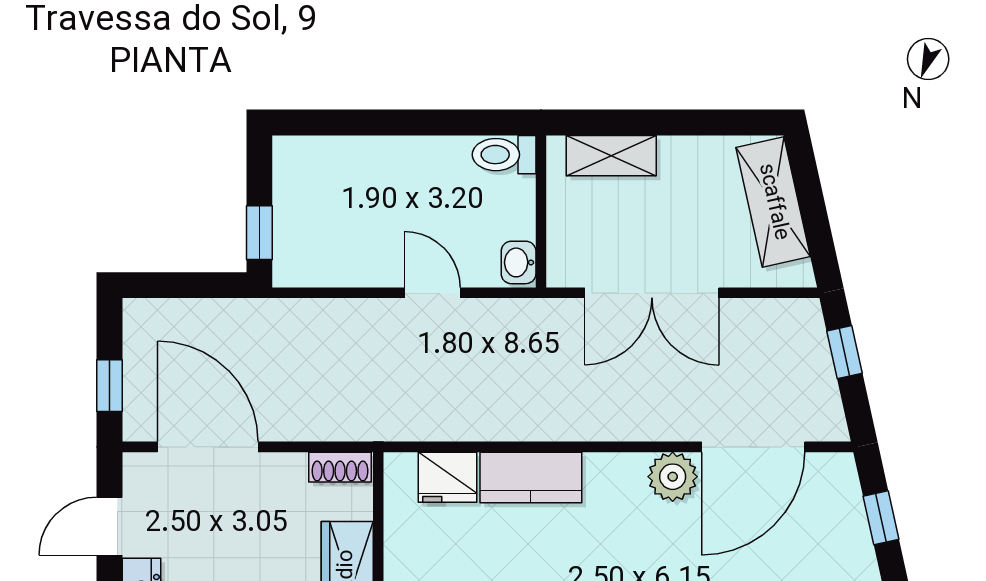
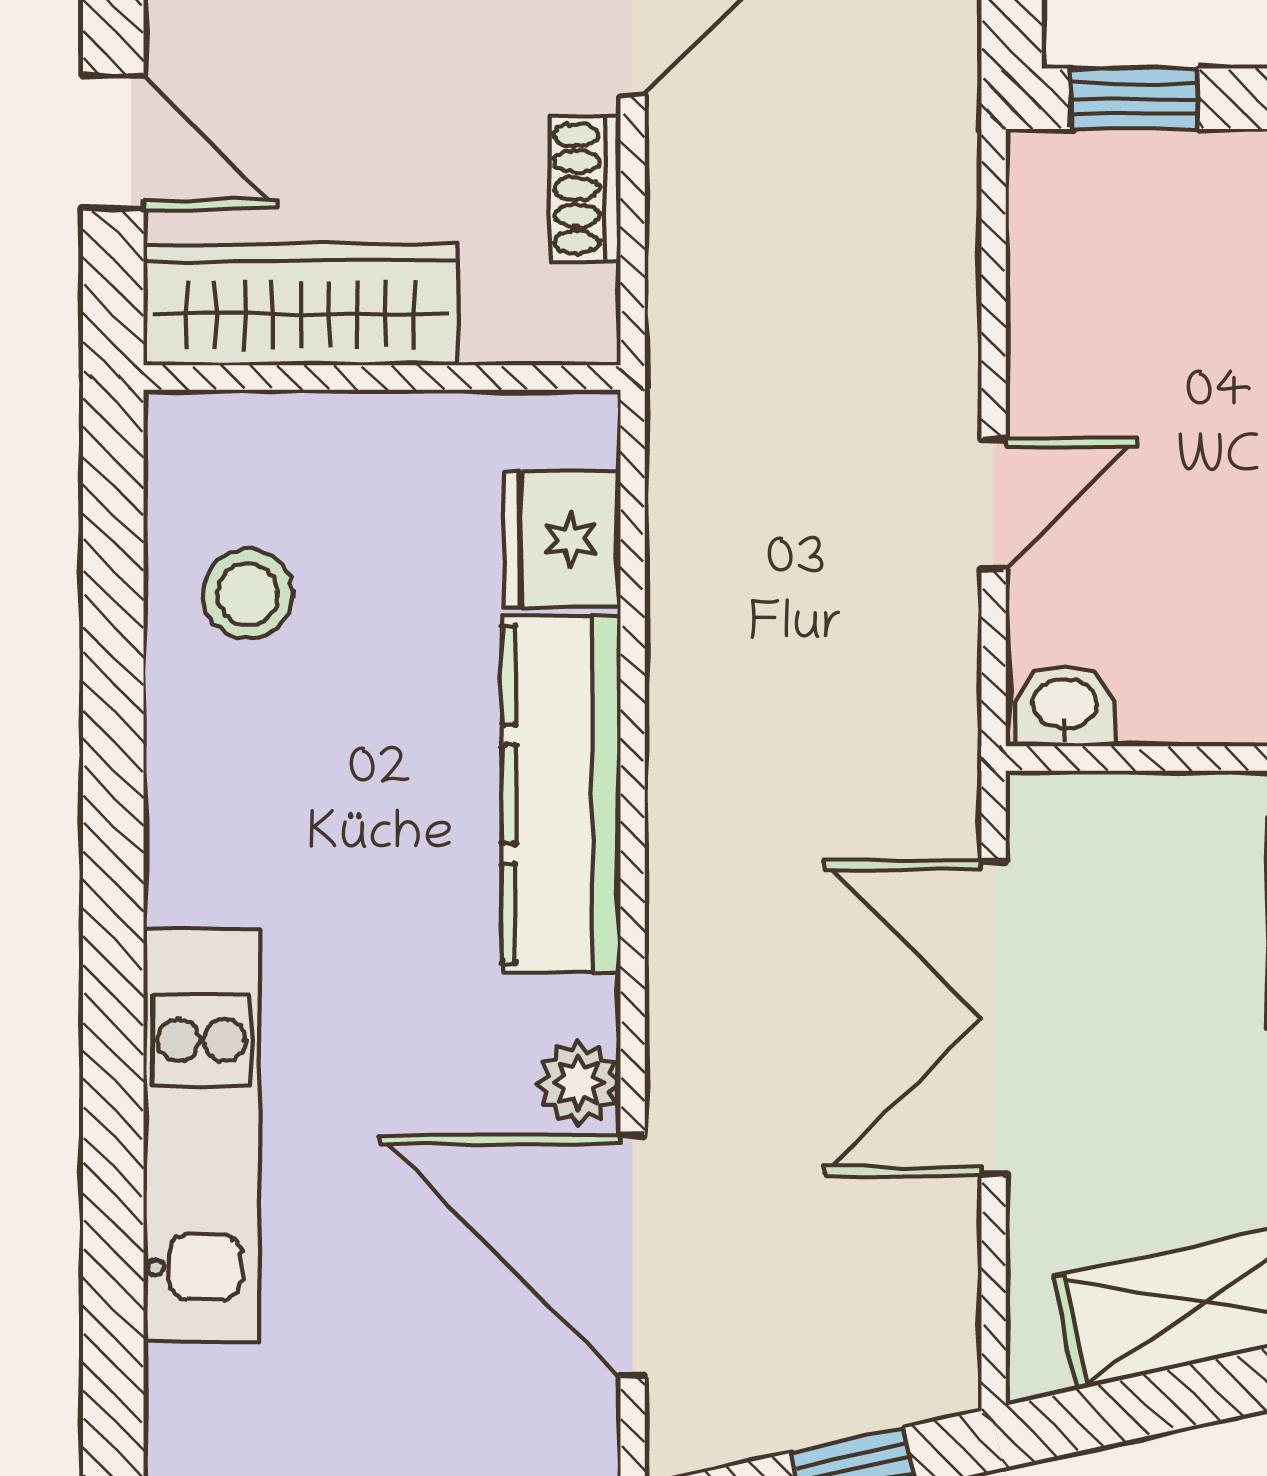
shoe rack: (340, 467) -> (585, 189), moved
kitchen counter: (531, 477) -> (561, 794), width x1.50
plant: (673, 477) -> (579, 1083), width x0.73, depth x0.73

